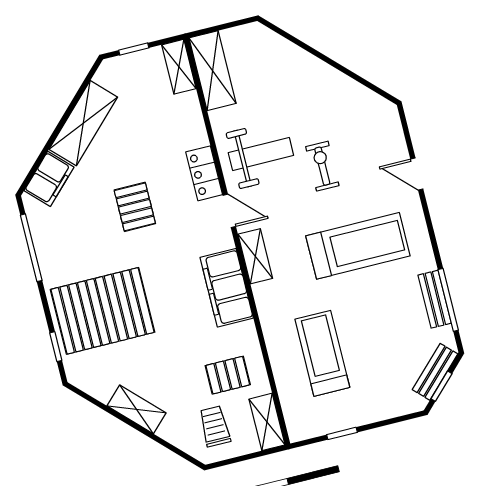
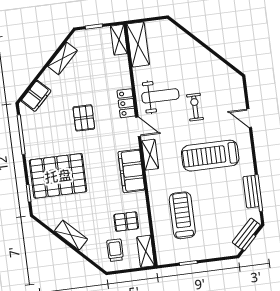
shelving: (83, 123) -> (63, 58), width x0.67, depth x0.75
treadmill: (358, 246) -> (210, 156), turned 180

